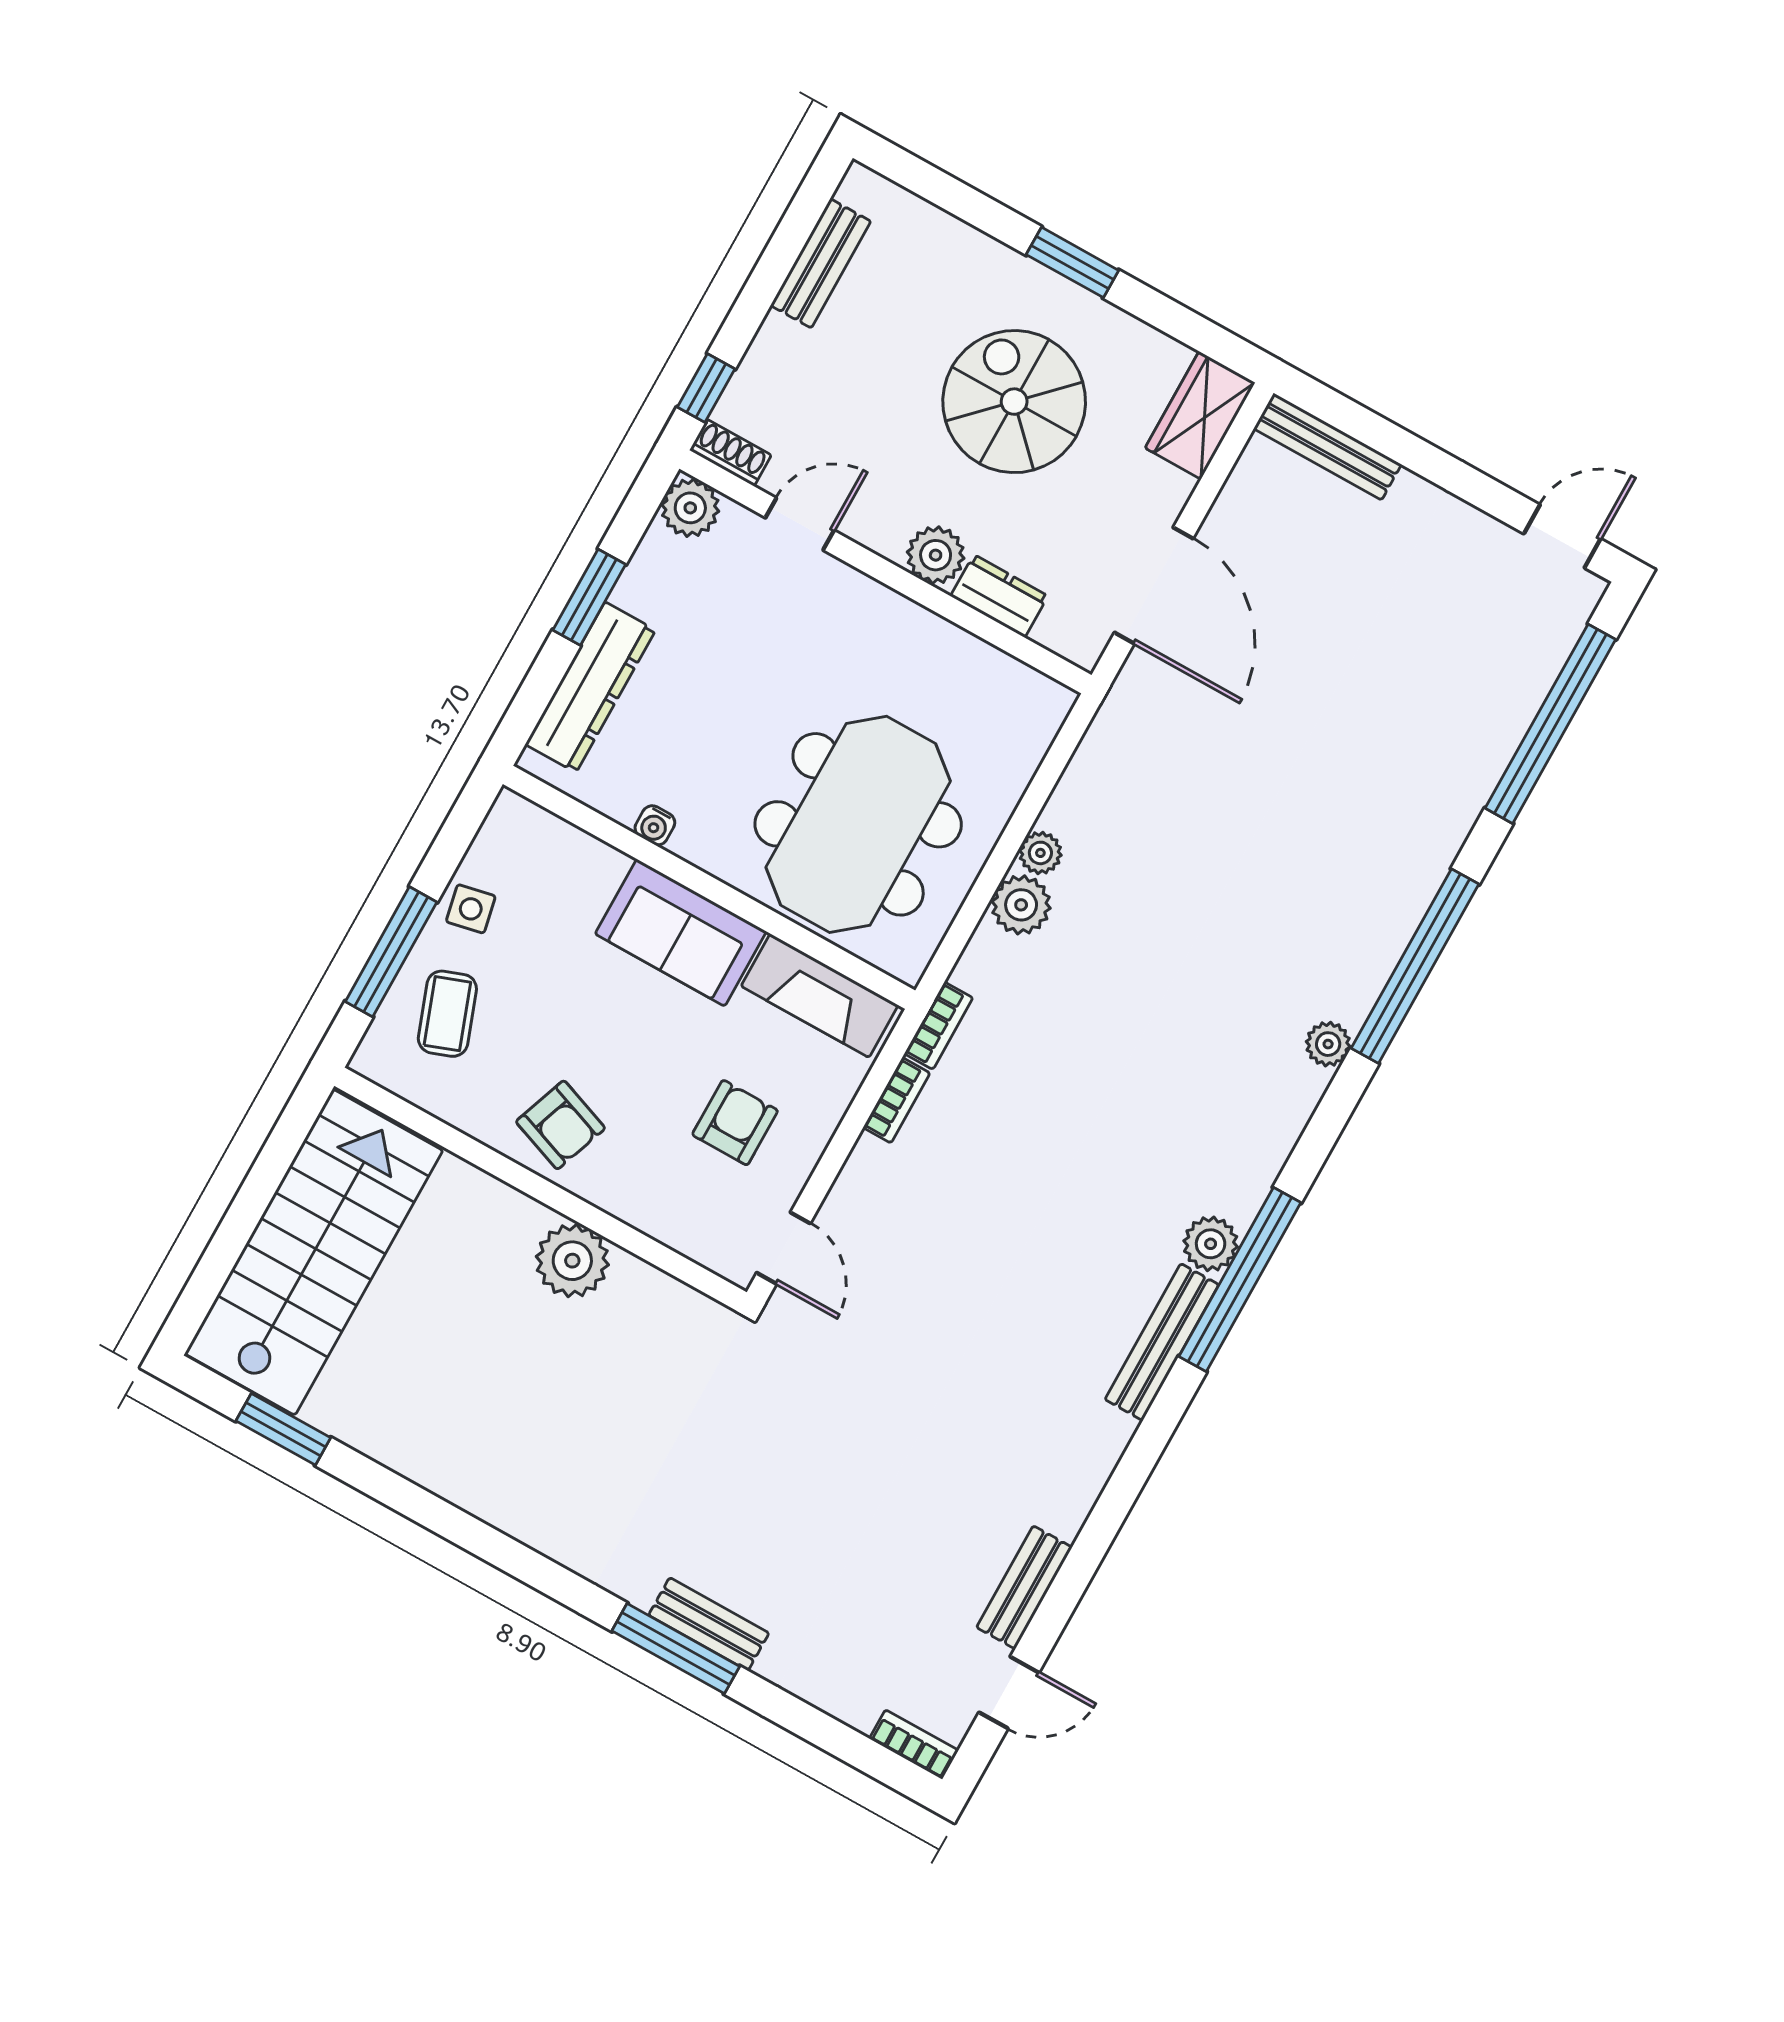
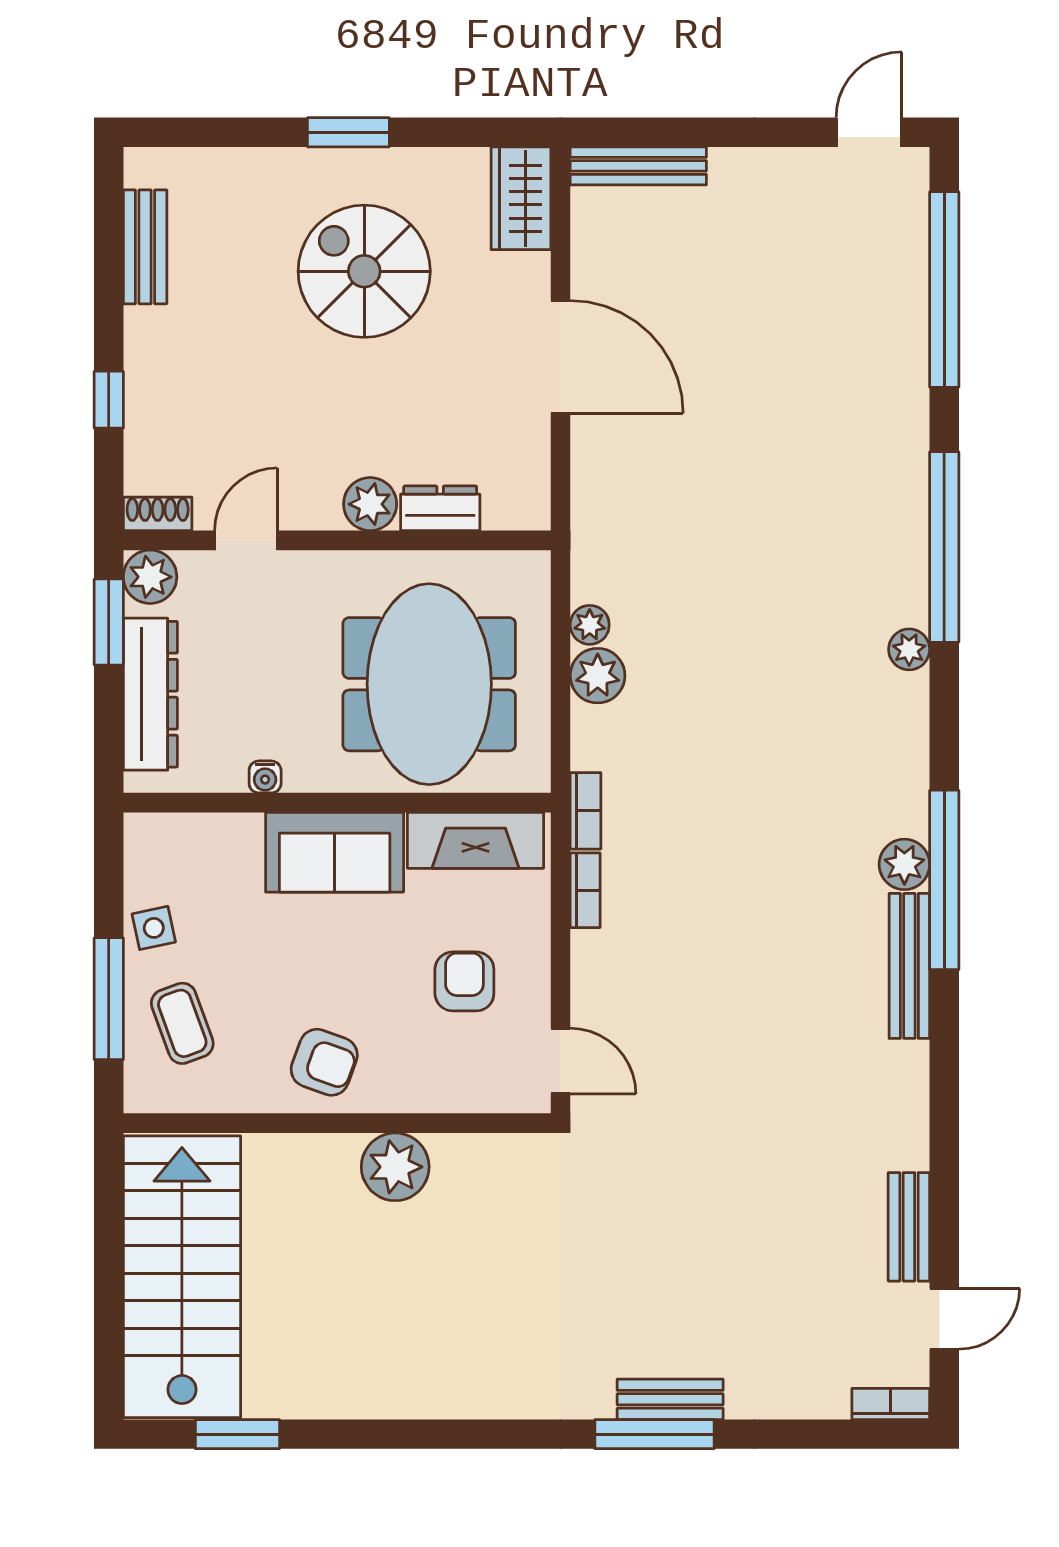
shoe rack: (730, 453) -> (158, 514), moved
plant: (690, 508) -> (150, 577), moved
door: (800, 524) -> (246, 540), moved
plant: (936, 555) -> (370, 504), moved
wall: (885, 572) -> (337, 540), moved
dresser: (999, 596) -> (440, 508), moved

